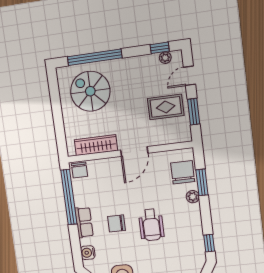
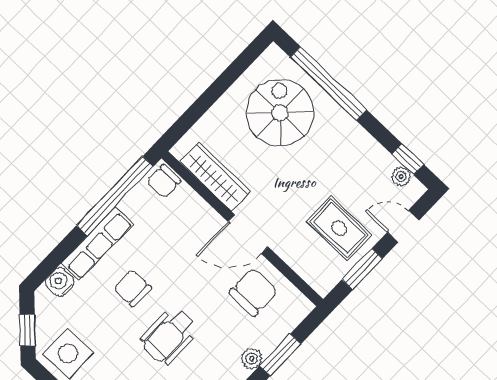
chair: (183, 172) -> (253, 292), moved
row of seats: (84, 222) -> (97, 244), width x1.48

